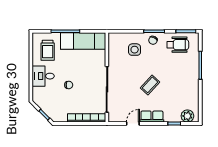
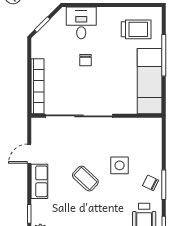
trolley: (48, 50) -> (136, 29), turned 180
side table: (135, 50) -> (120, 165), moved
desk: (43, 76) -> (81, 23), moved
door: (133, 123) -> (29, 154), swing flipped

